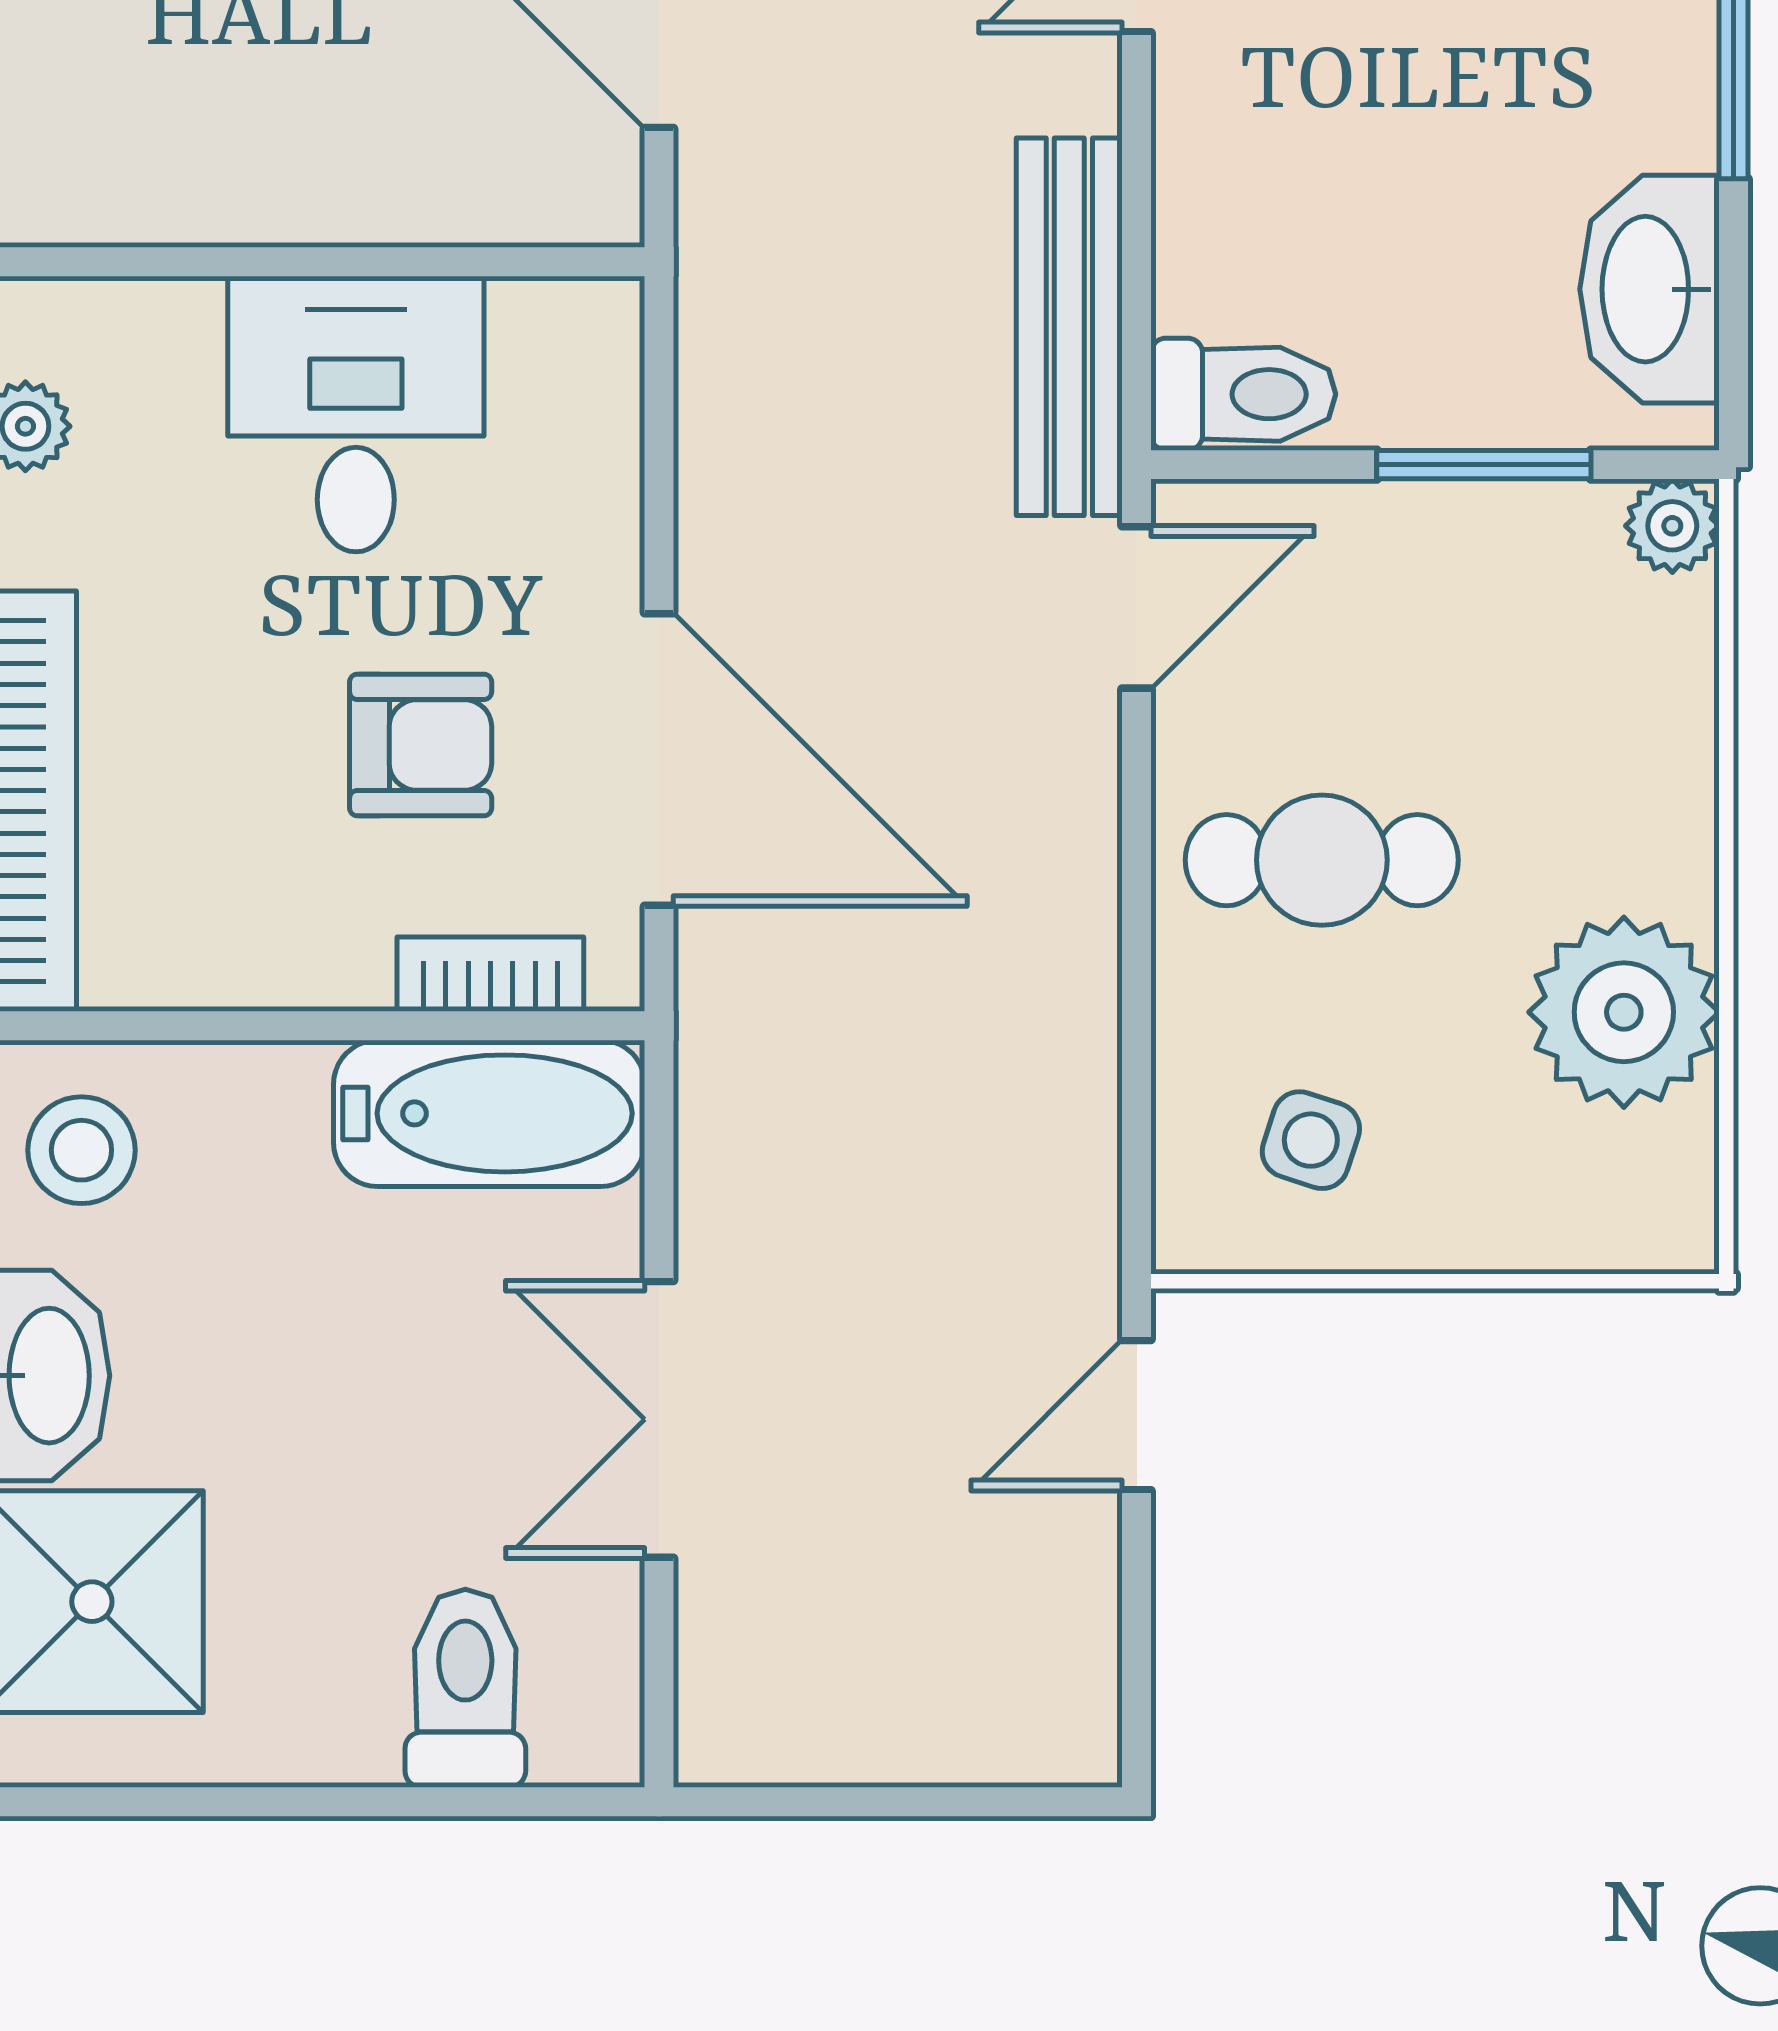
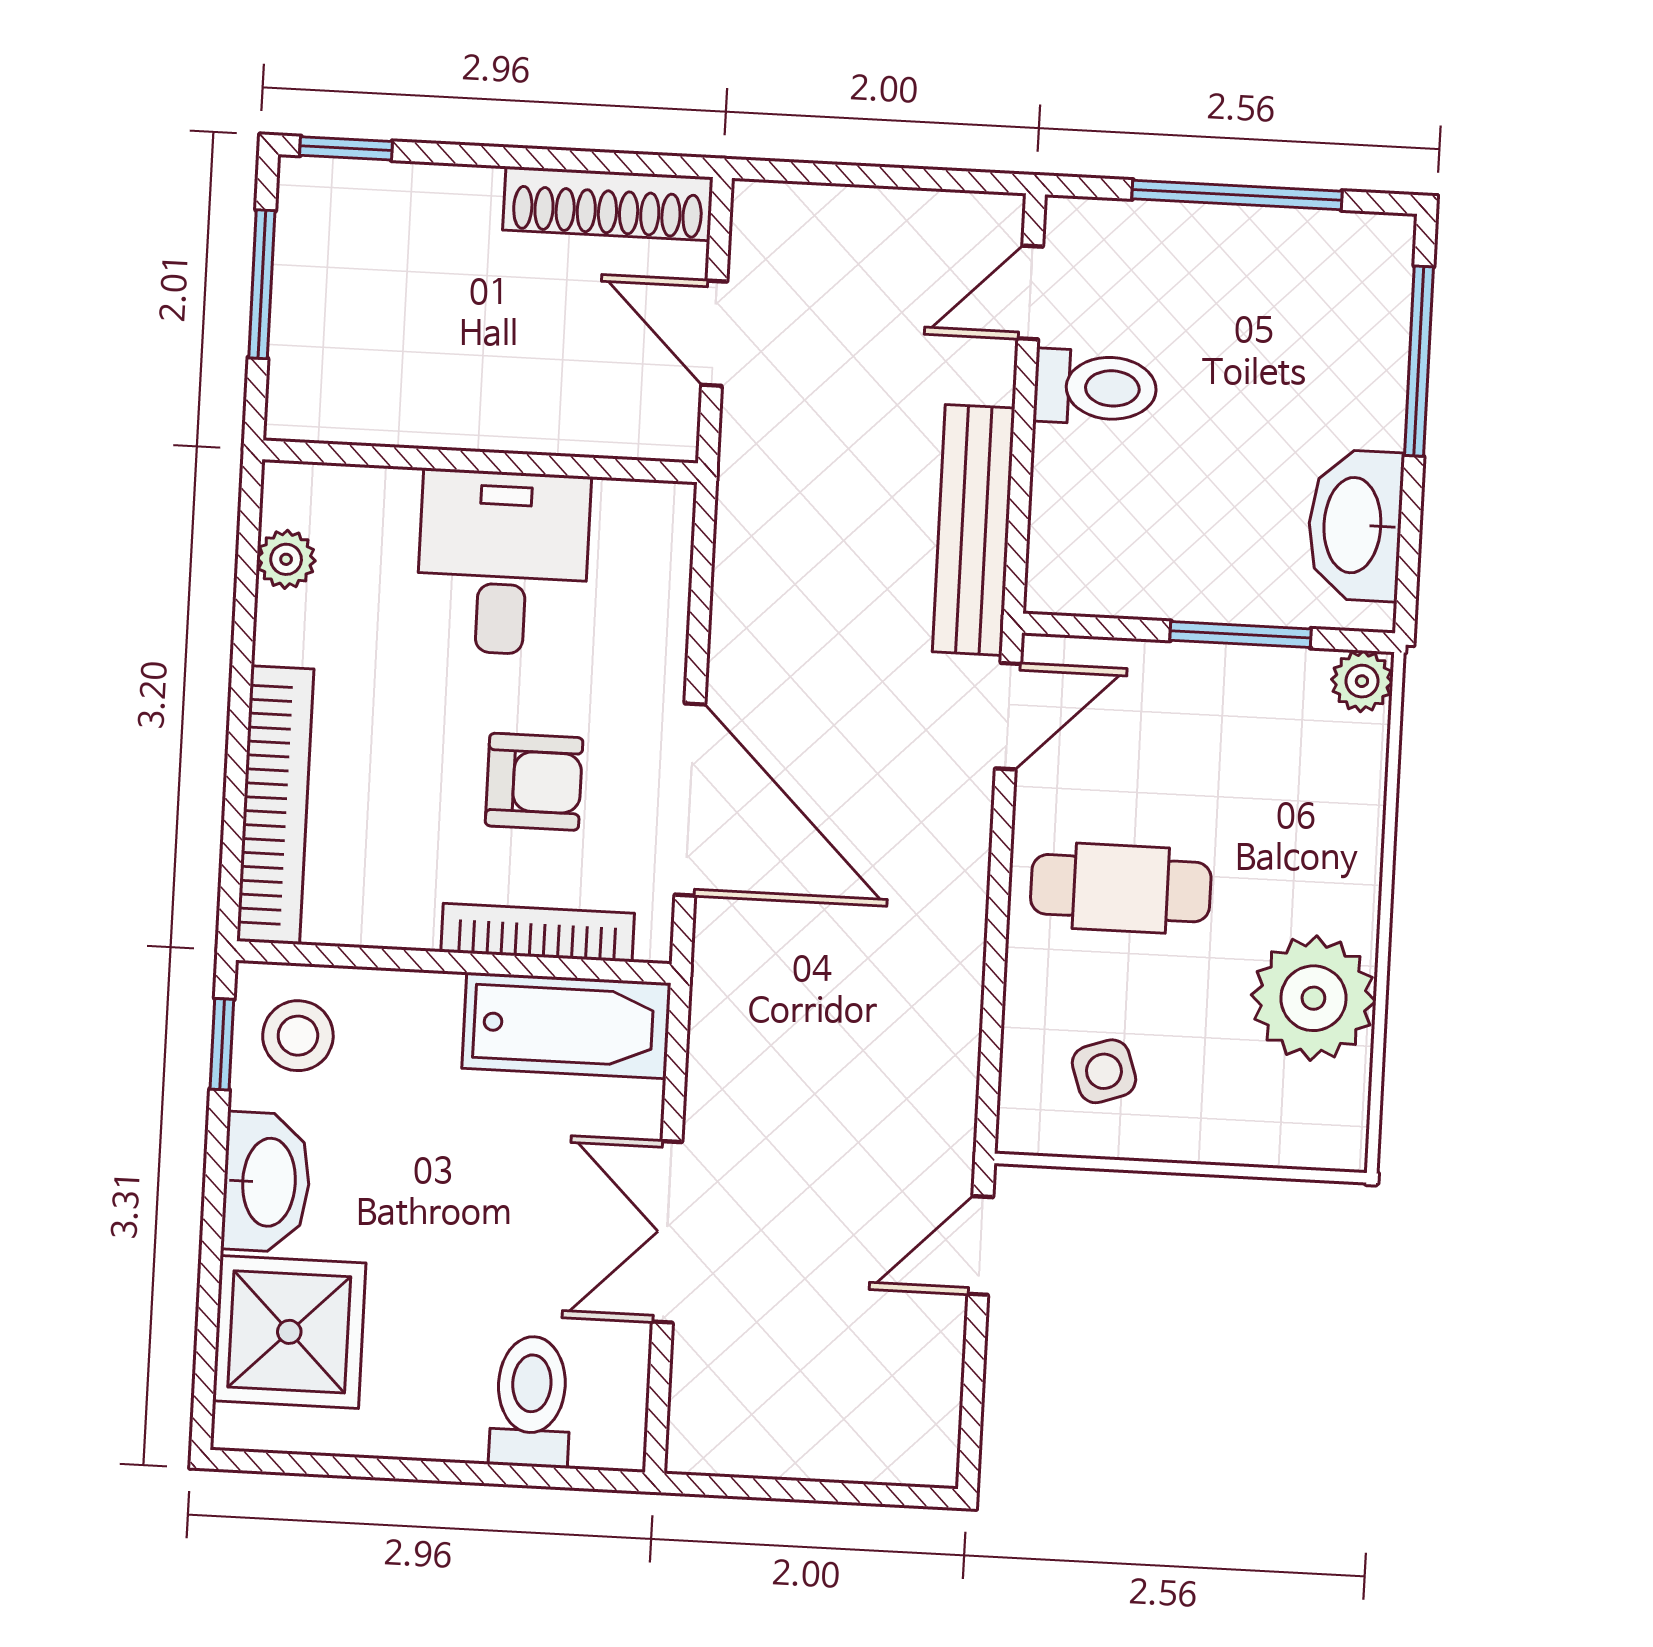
toilet: (1243, 394) -> (1095, 388), moved
bookcase: (490, 974) -> (538, 933), width x1.56
side table: (1311, 1140) -> (1104, 1071), turned -37

